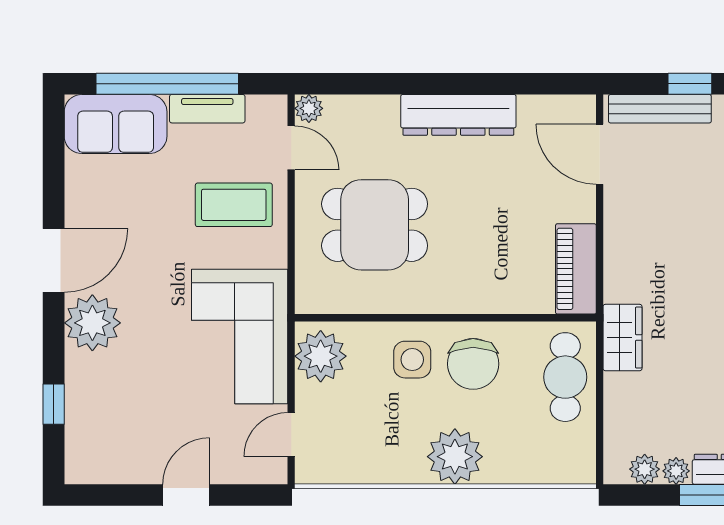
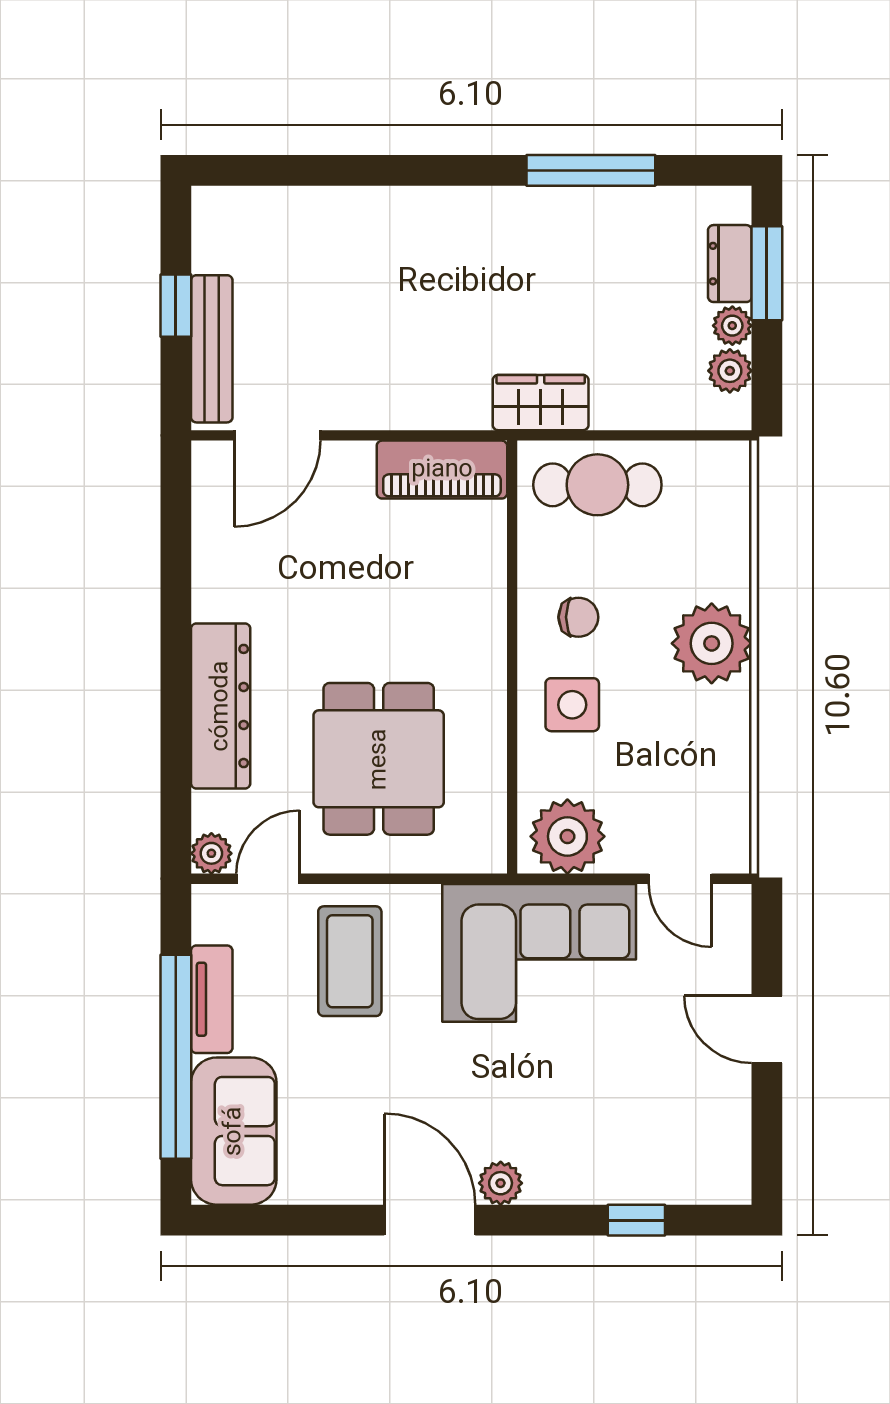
dresser: (458, 115) -> (221, 706), moved
plant: (92, 323) -> (501, 1183), width x0.53, depth x0.53
chair: (473, 364) -> (578, 617), width x0.54, depth x0.54

